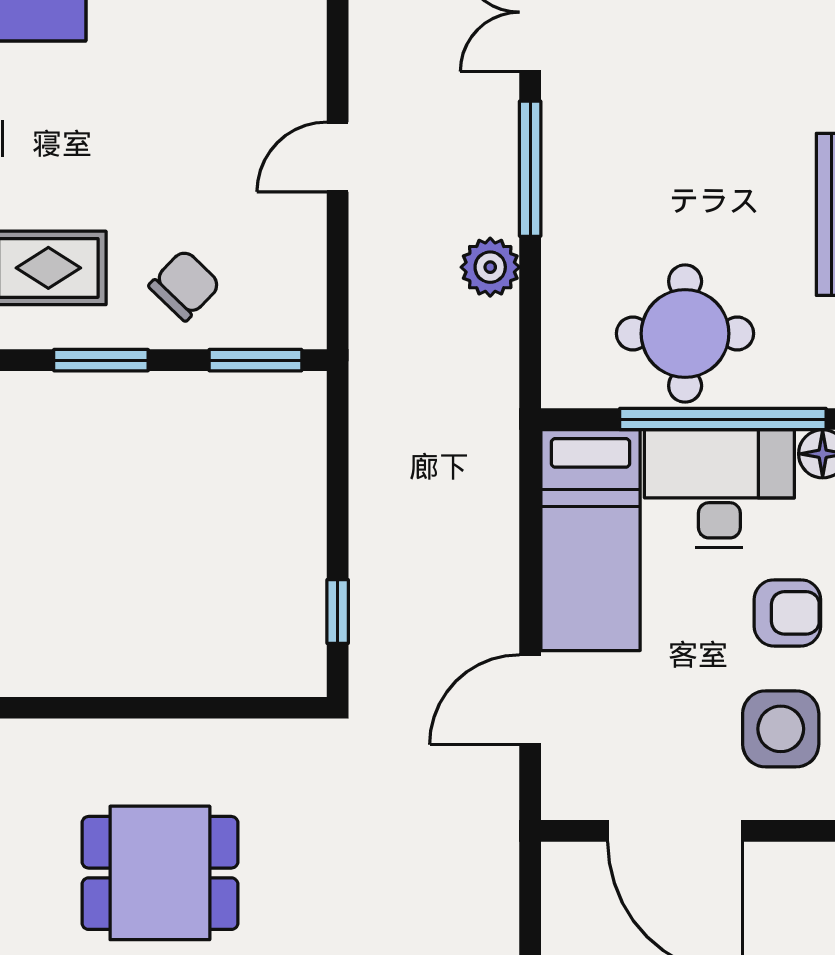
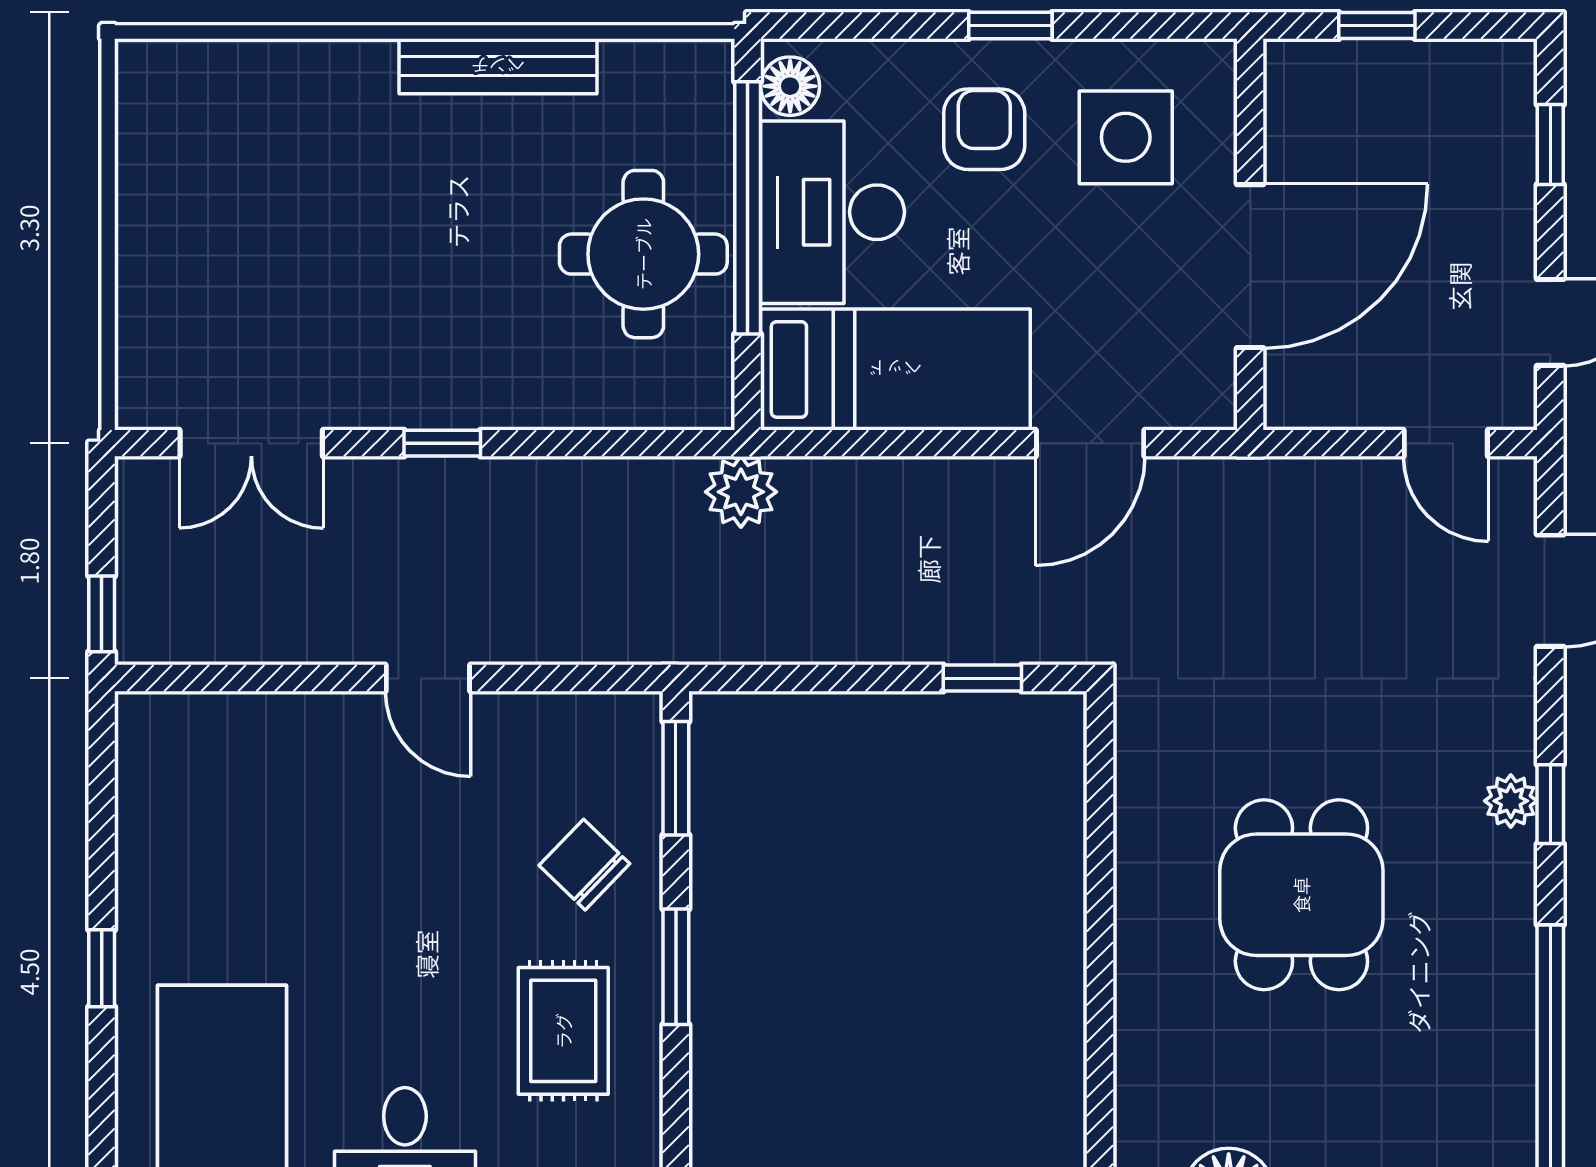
window: (530, 169) -> (442, 443), width x0.46
plant: (490, 267) -> (741, 492), moved
door: (530, 700) -> (1090, 443), hinge flipped

